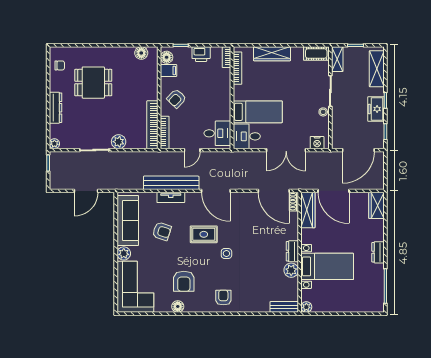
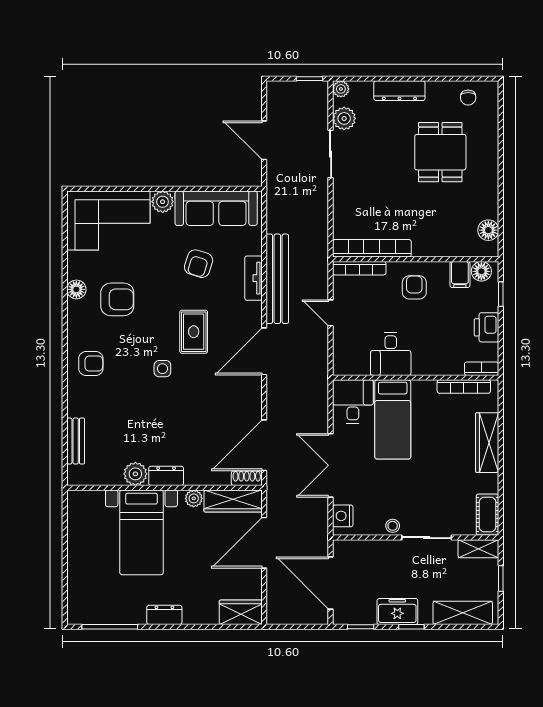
armchair: (176, 99) -> (414, 287), turned 46
desk: (217, 133) -> (391, 354), moved
plant: (119, 142) -> (344, 118), moved
armchair: (184, 281) -> (117, 299), turned 180
bench: (284, 307) -> (76, 441), moved
plant: (306, 307) -> (194, 498), moved

